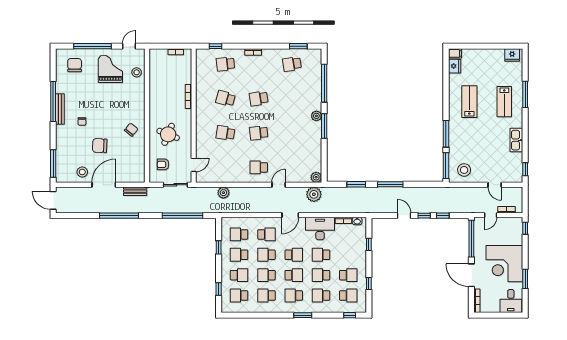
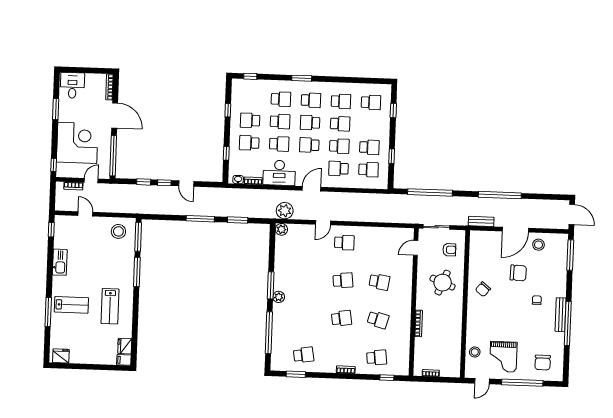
lab bench: (504, 102) -> (71, 305), turned 90
plant: (223, 193) -> (384, 216), removed
corner desk: (504, 264) -> (77, 143), moved
school desk: (239, 275) -> (370, 125), removed
school desk: (348, 296) -> (249, 143), moved

